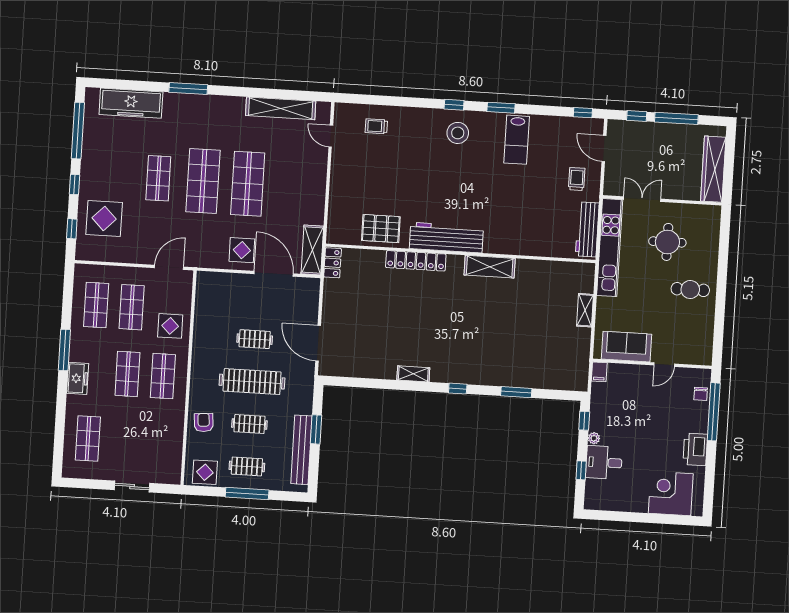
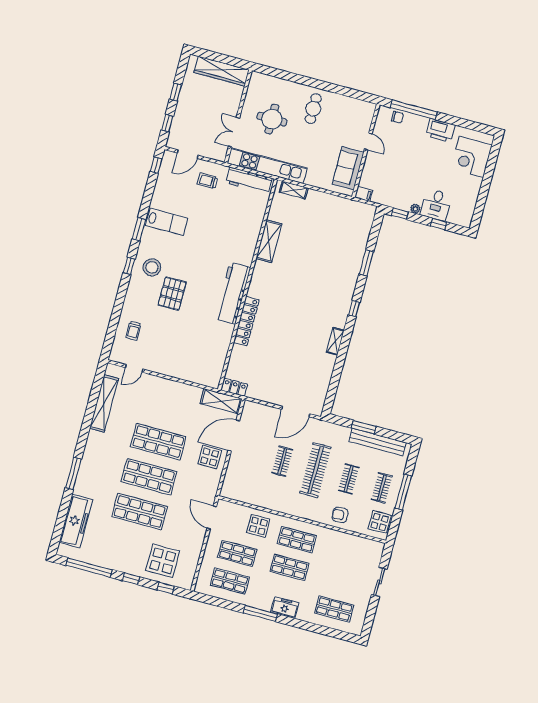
window: (676, 118) -> (176, 92), width x0.46
shop shelf: (158, 178) -> (140, 512), width x1.43, depth x1.36
pallet: (381, 229) -> (172, 294), moved
shelving: (490, 267) -> (269, 241), moved
shelving: (585, 310) -> (294, 190), moved

